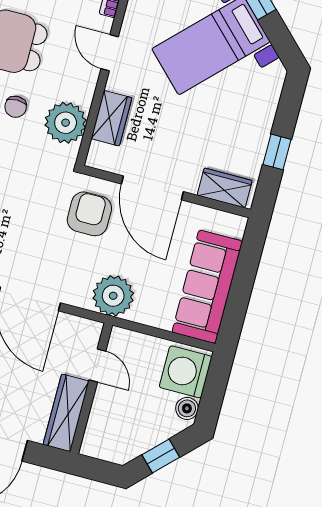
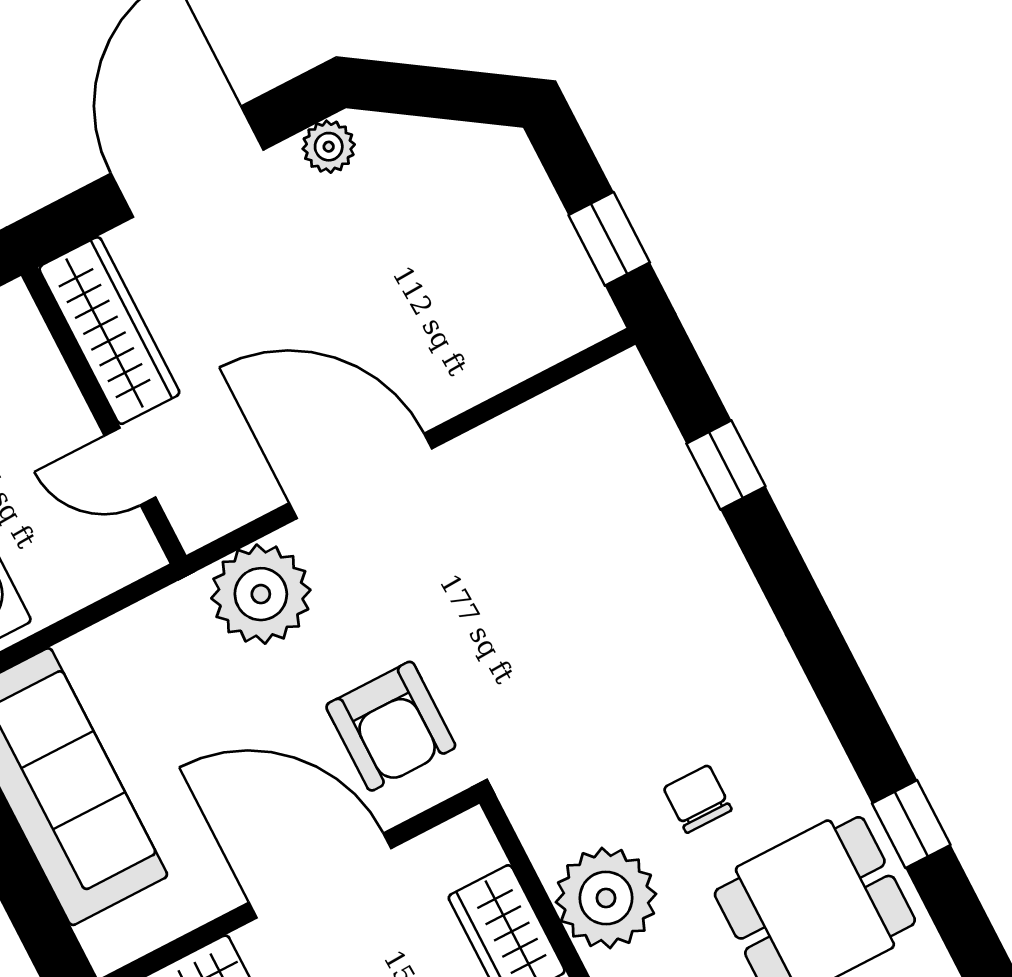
plant: (66, 123) -> (606, 898), moved
plant: (113, 296) -> (261, 594), moved

